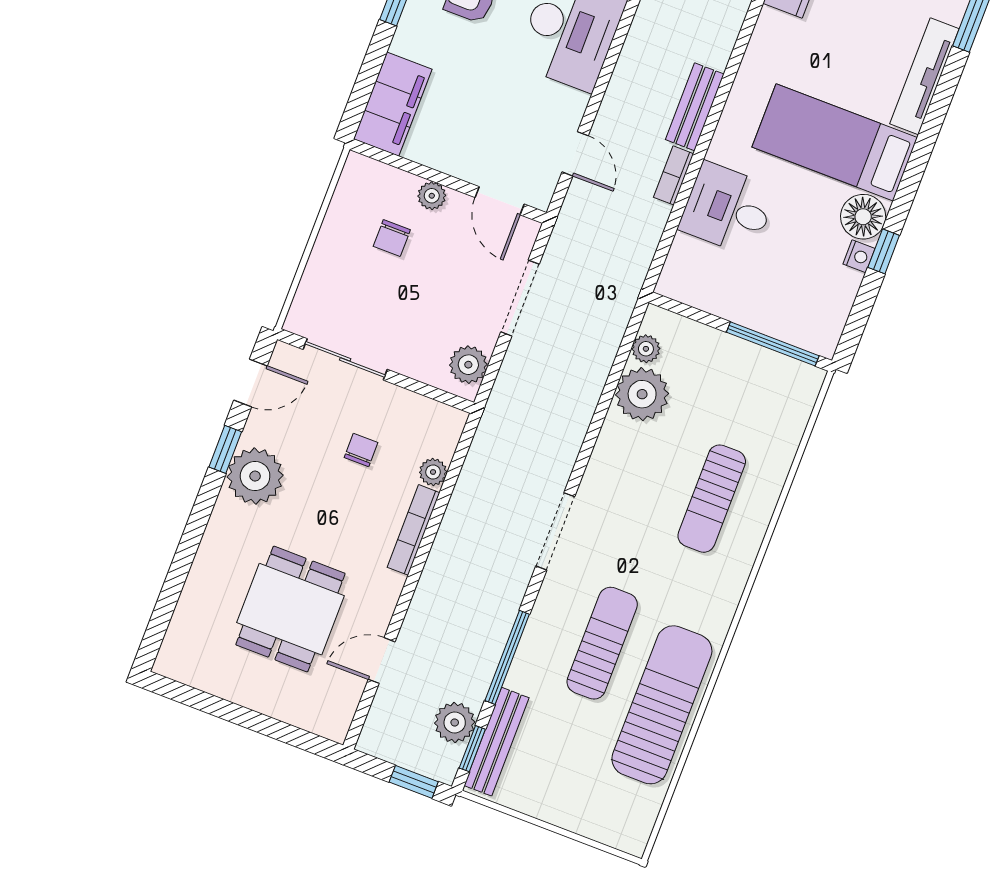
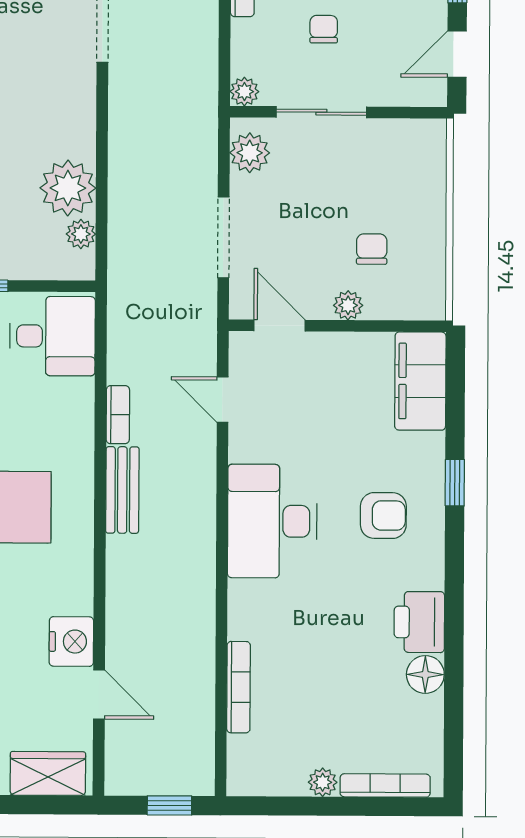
desk: (728, 209) -> (53, 336), moved
sliding door: (345, 359) -> (321, 112), moved
chair: (361, 450) -> (324, 29), turned 180
plant: (433, 472) -> (244, 92), moved

